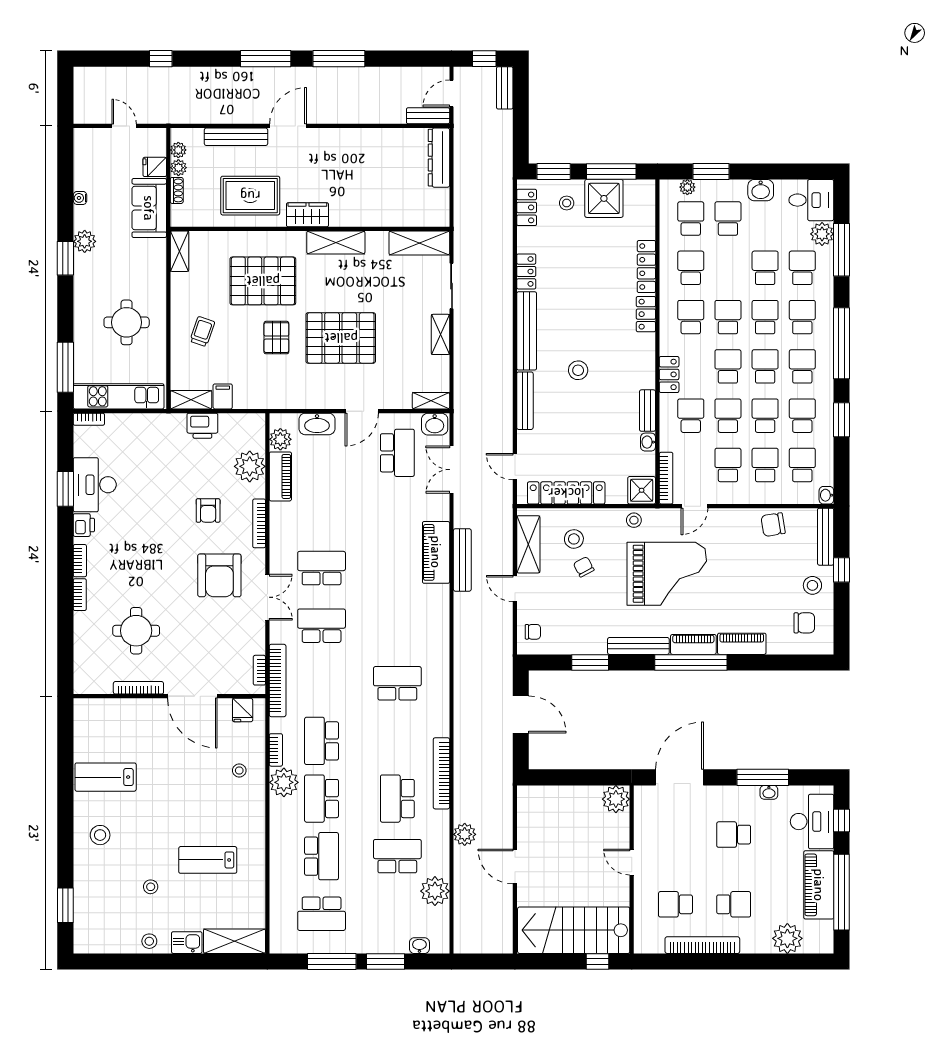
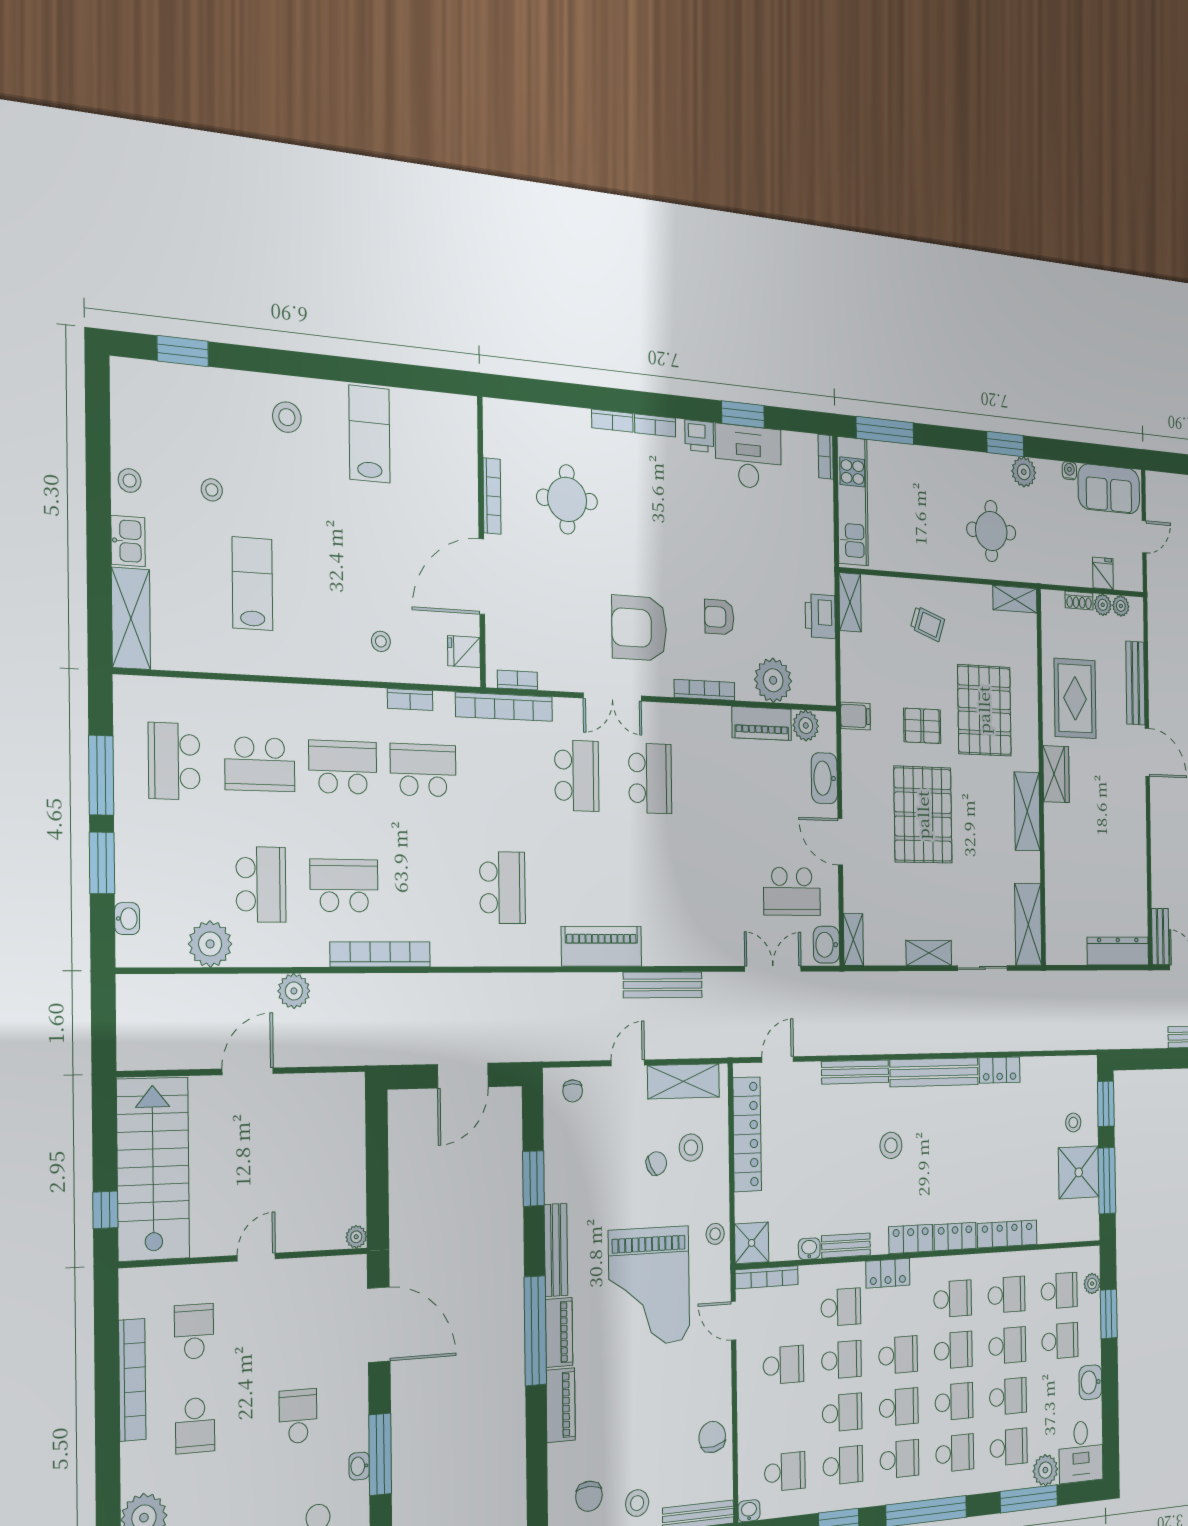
locker: (527, 207) -> (911, 1239), moved, turned 180
sofa: (149, 208) -> (1109, 489), moved, turned 180
round table: (127, 322) -> (991, 531), moved
filing cabinet: (223, 396) -> (855, 716), moved
school desk: (765, 465) -> (1007, 1346), moved
piano: (436, 552) -> (602, 946), moved
plant: (284, 782) -> (365, 710), removed
plant: (616, 799) -> (356, 1237), width x0.53, depth x0.53

